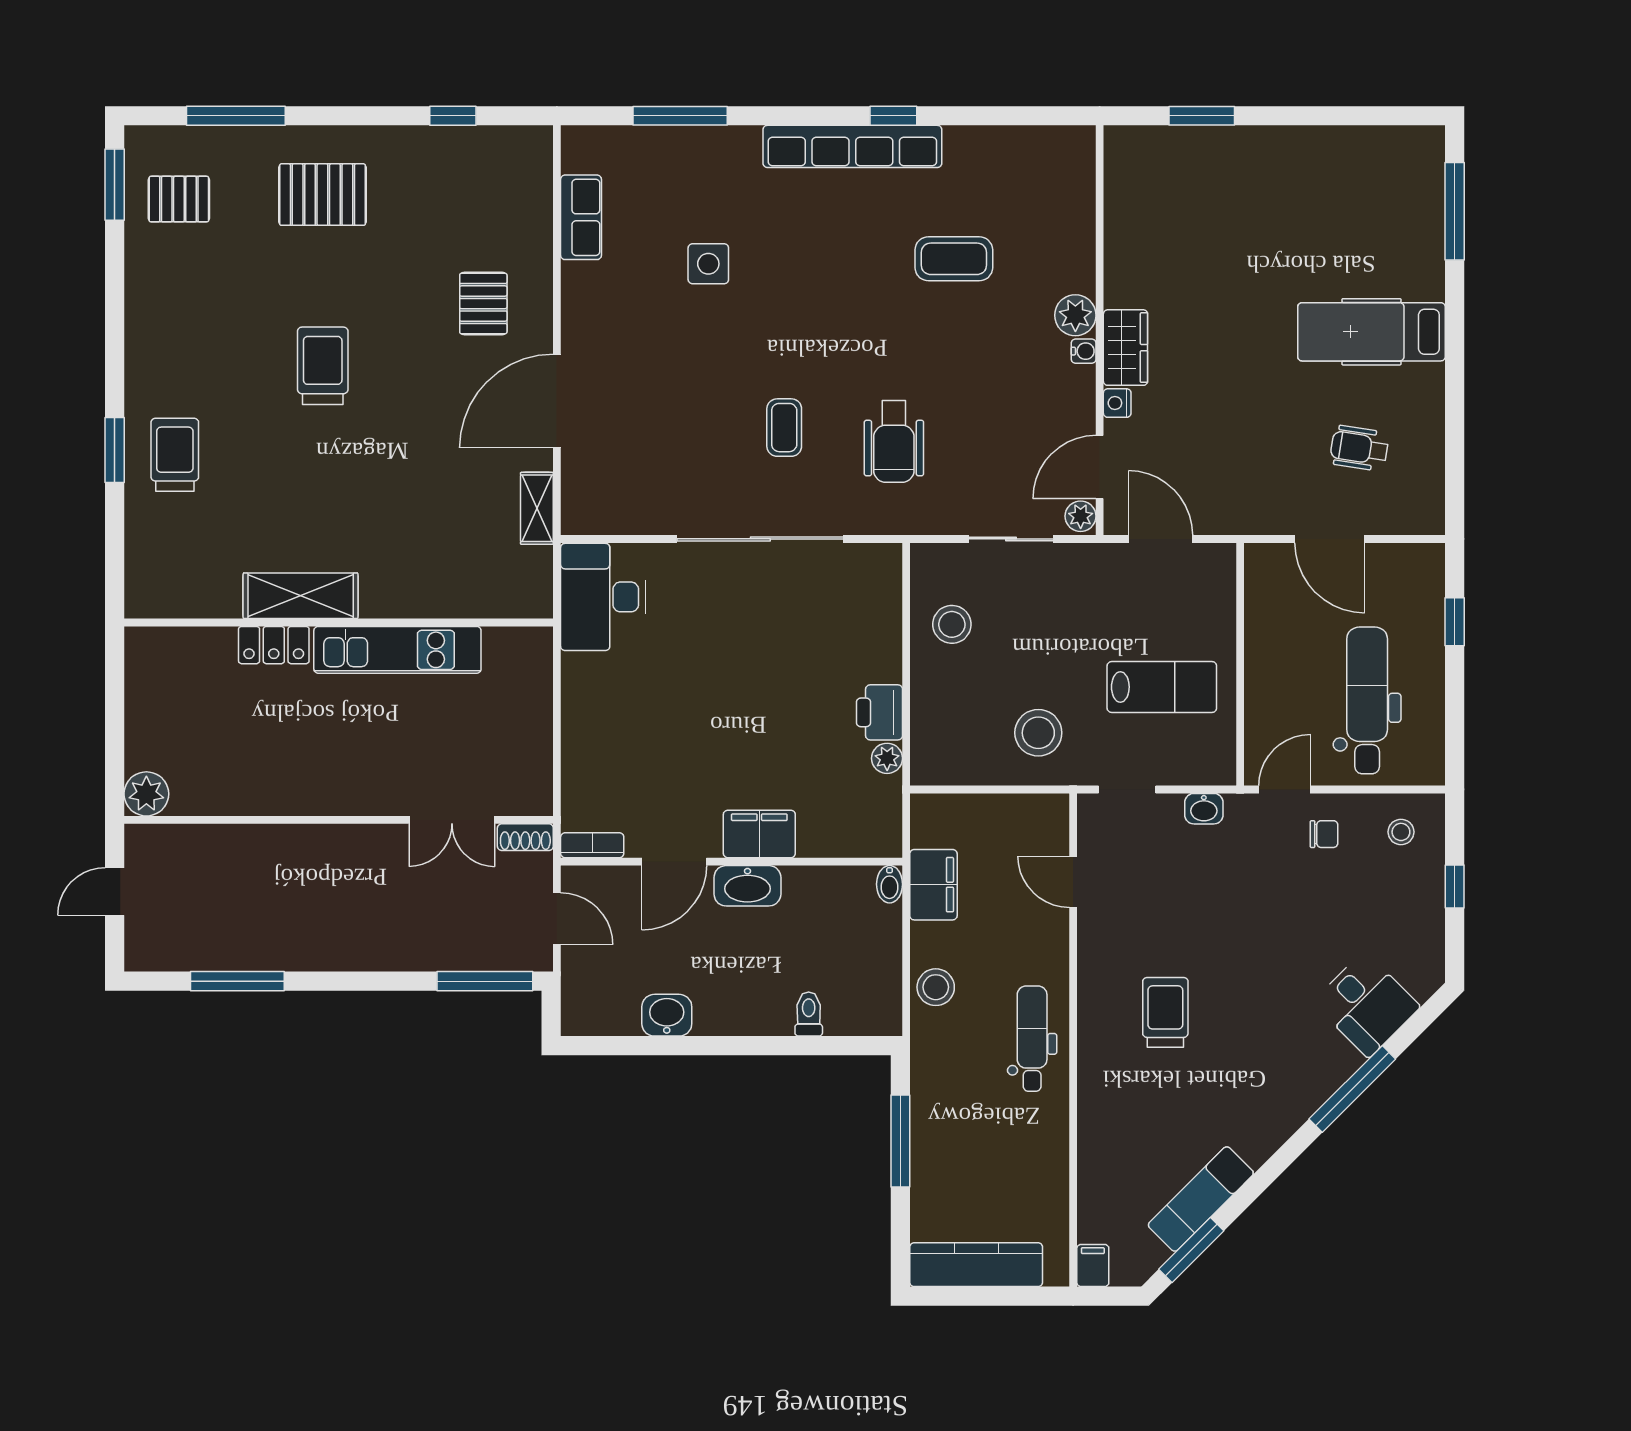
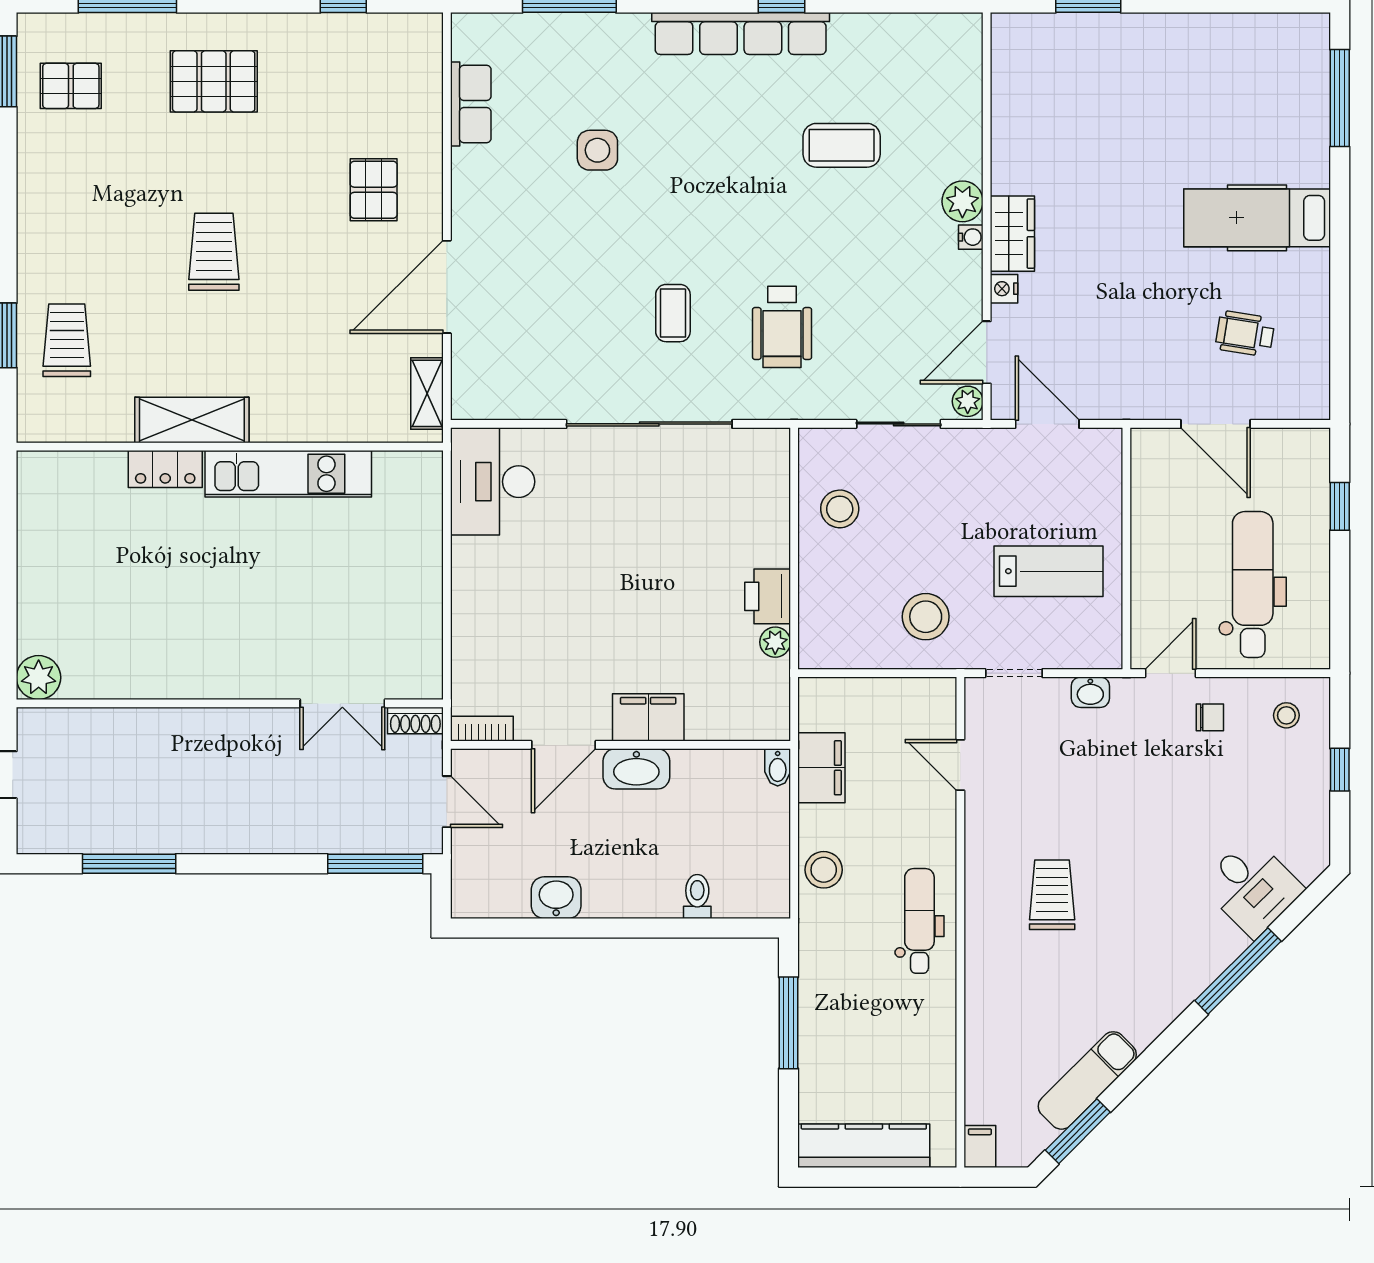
shelving: (301, 596) -> (192, 420), moved
wall: (339, 622) -> (230, 447), moved
locker: (274, 645) -> (165, 469), moved
kitchen unit: (397, 650) -> (288, 474), moved

